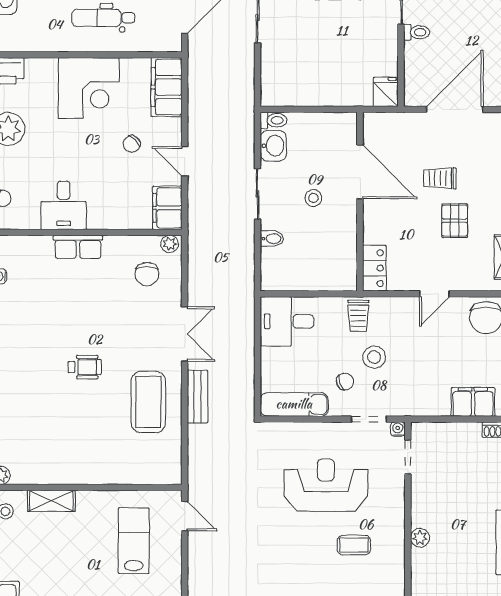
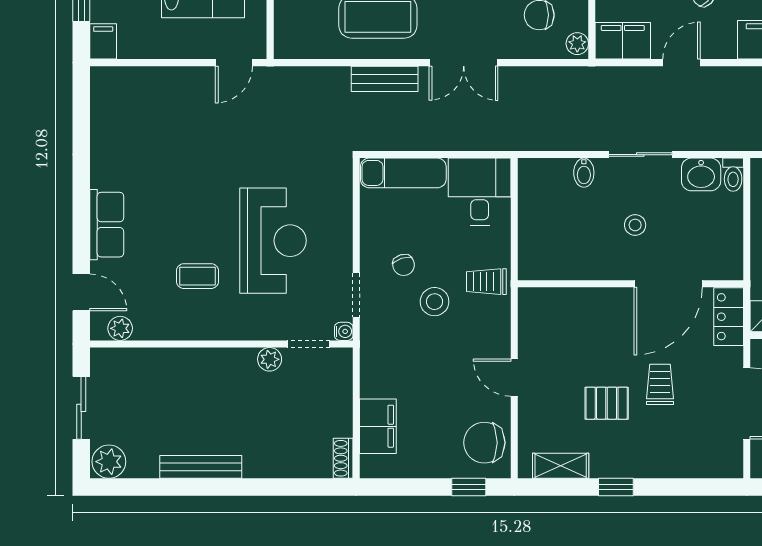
locker: (374, 268) -> (729, 317), moved, turned 90
exam couch: (294, 404) -> (403, 173), moved, turned 90
plant: (420, 538) -> (270, 359), moved
coffee table: (354, 545) -> (197, 276), turned 90

